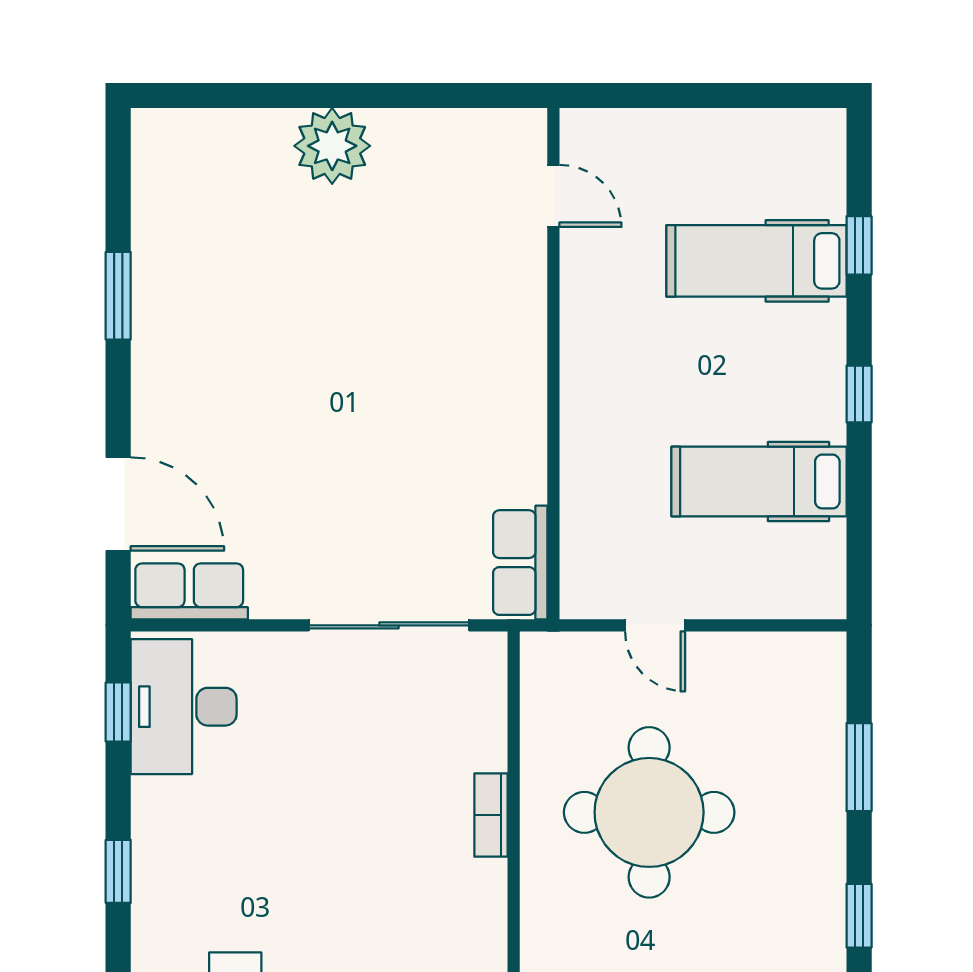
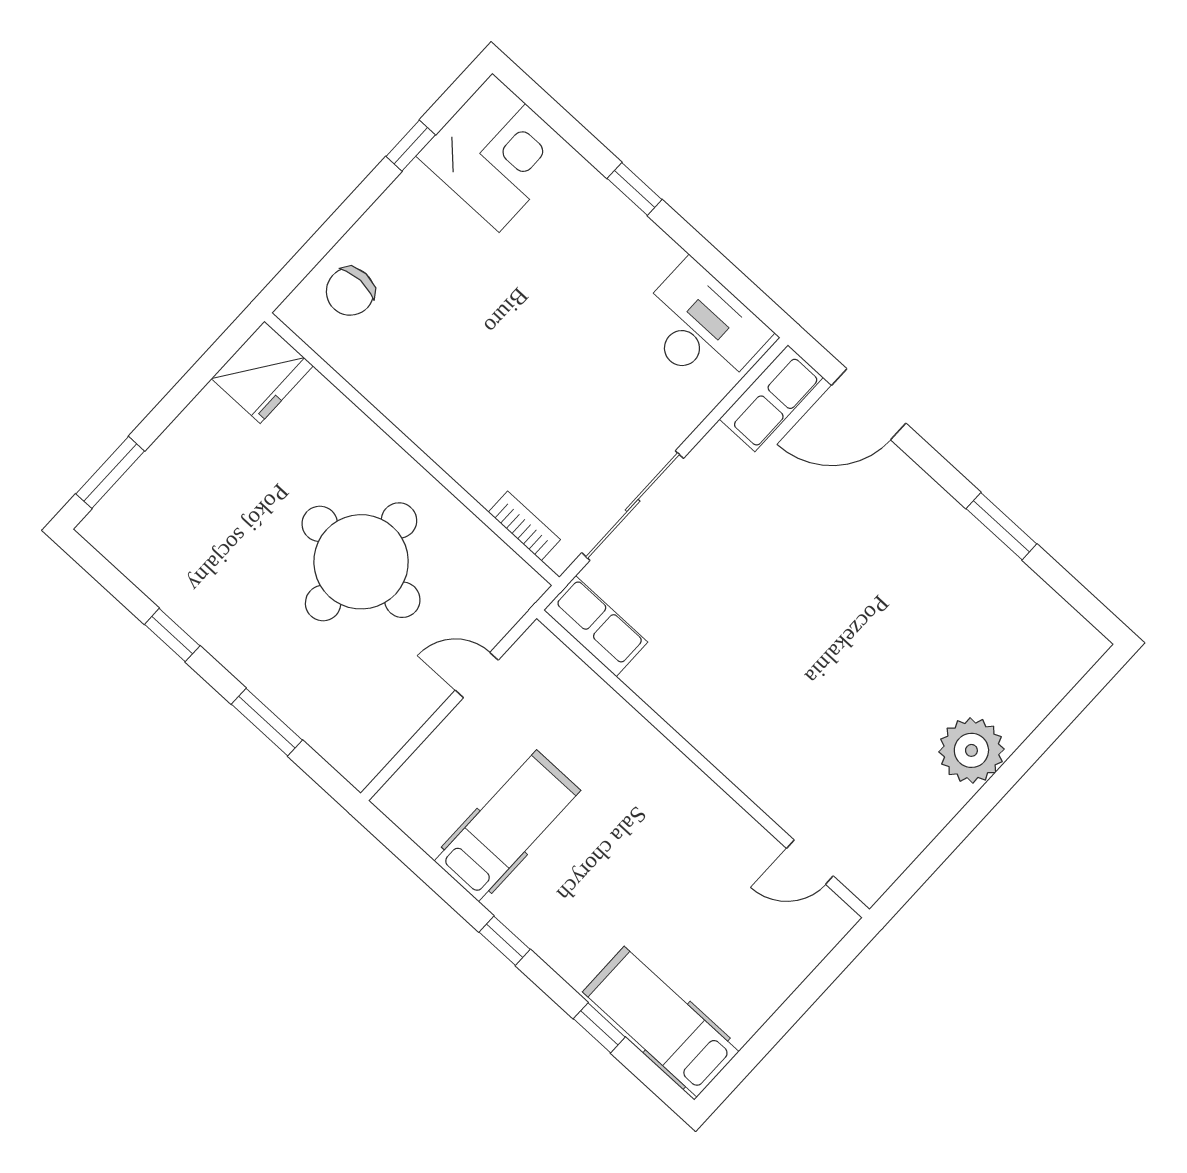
hospital bed: (756, 261) -> (661, 1022), moved, turned -90
window: (118, 712) -> (736, 282), removed
bookcase: (491, 815) -> (524, 526), moved

